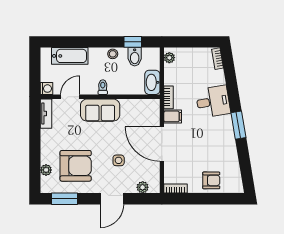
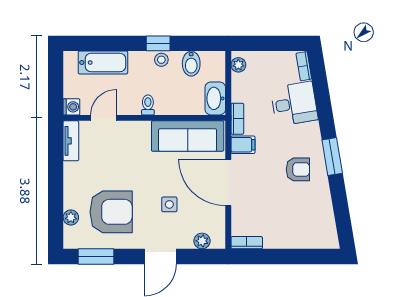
window: (133, 42) -> (158, 43), moved
desk: (213, 102) -> (294, 104), moved
sofa: (100, 110) -> (188, 136), moved, width x1.36
armchair: (211, 180) -> (298, 169), moved

